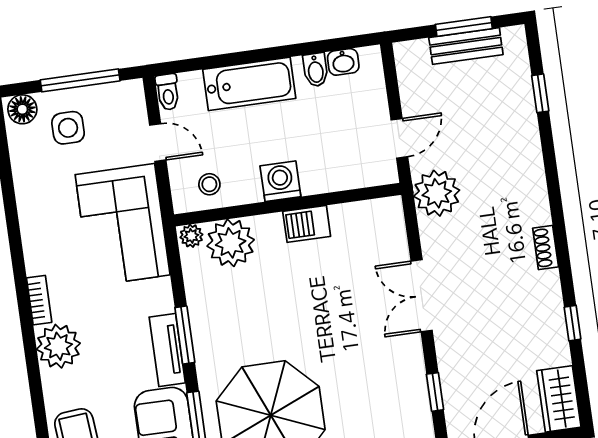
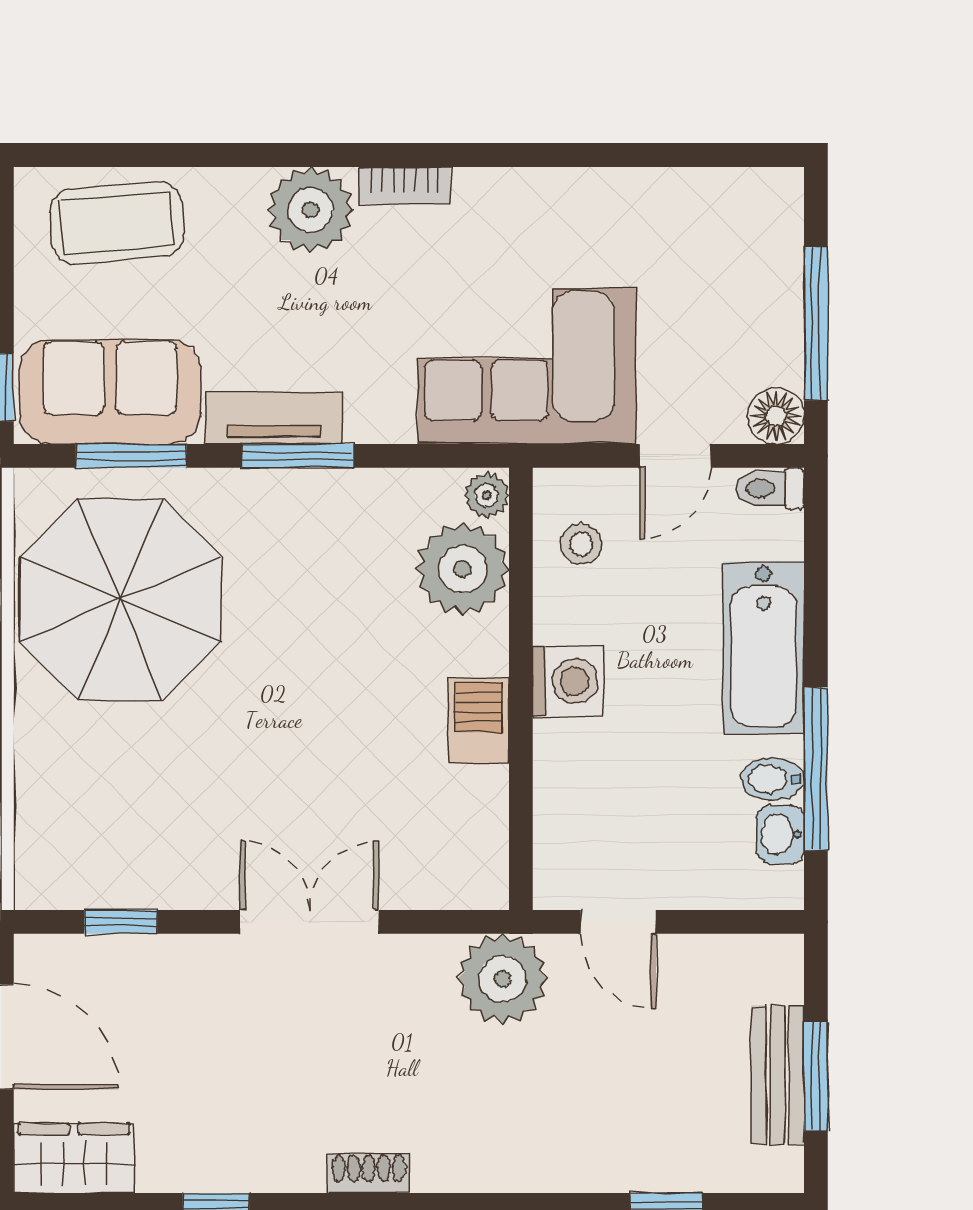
window: (307, 48) -> (816, 769), added
floor lamp: (22, 109) -> (776, 416), moved
side table: (68, 128) -> (728, 287), removed

